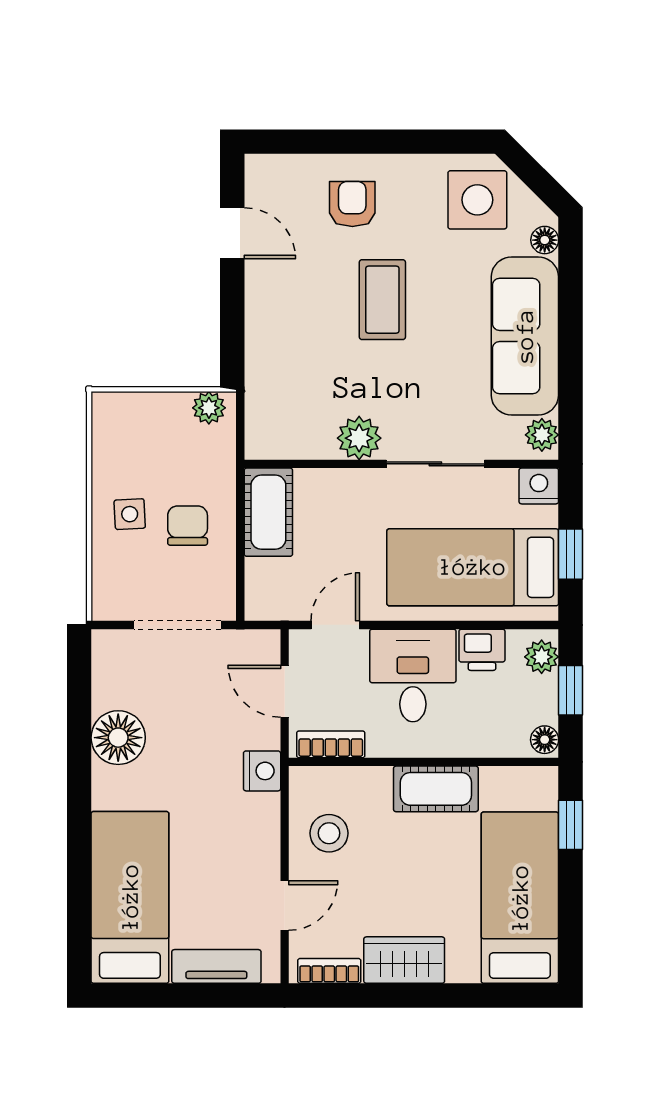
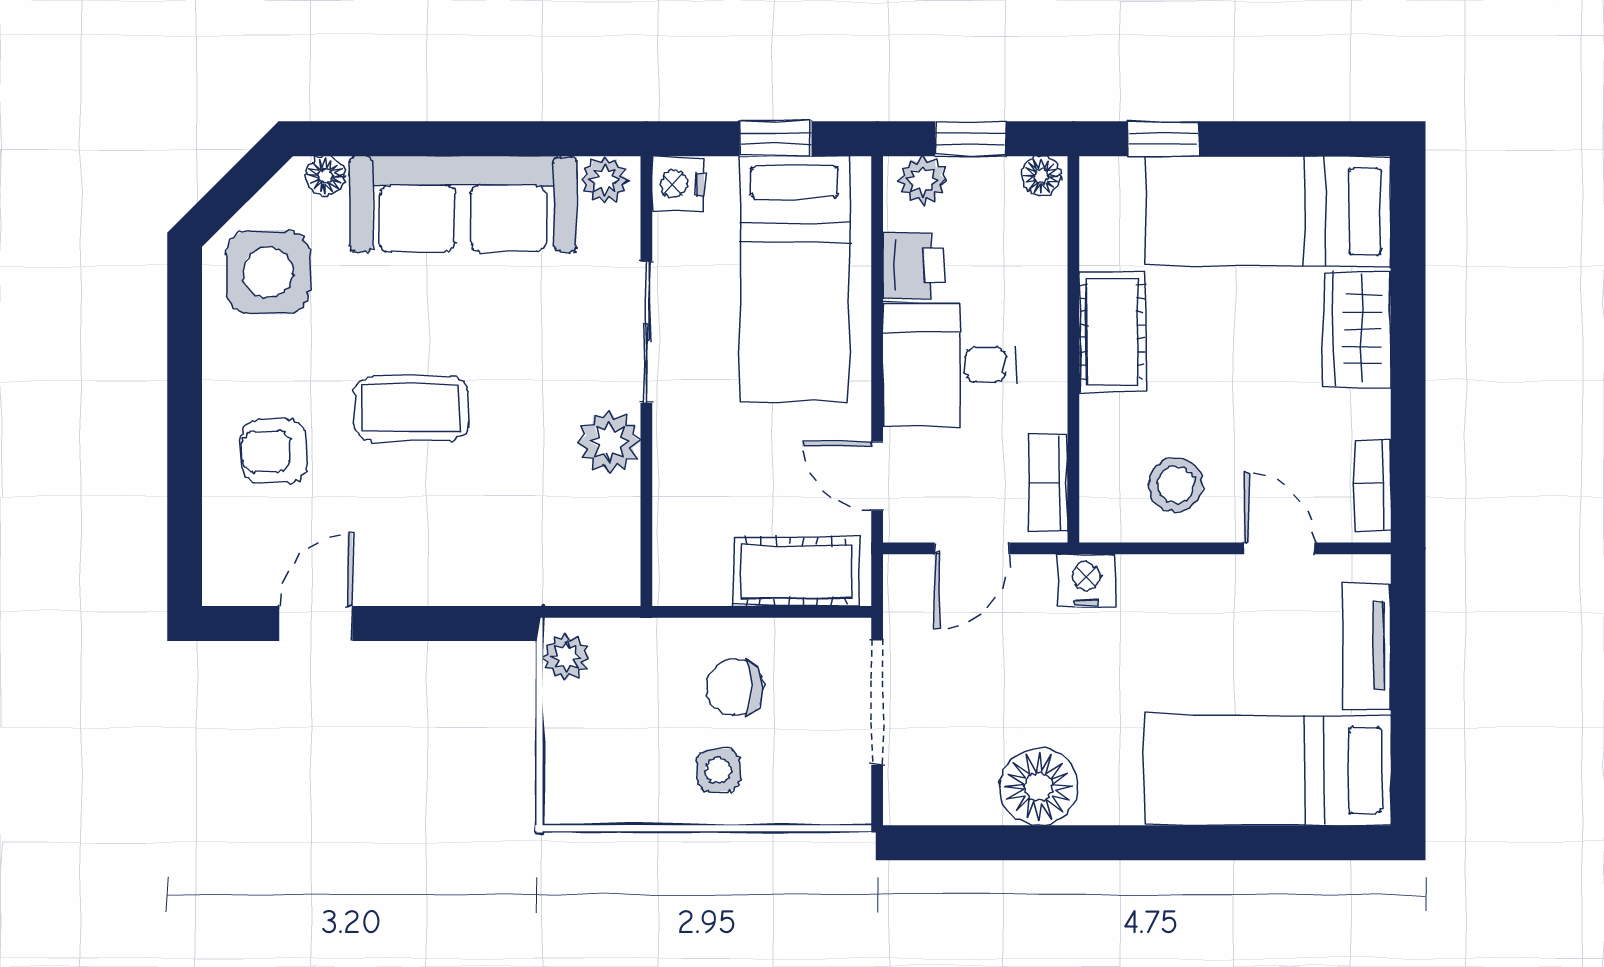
cot: (268, 512) -> (796, 572), moved
wardrobe: (404, 960) -> (1357, 329), moved

